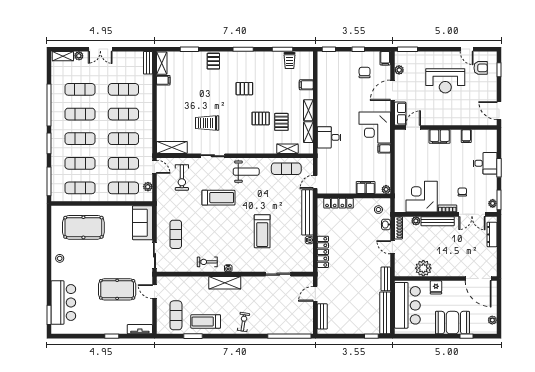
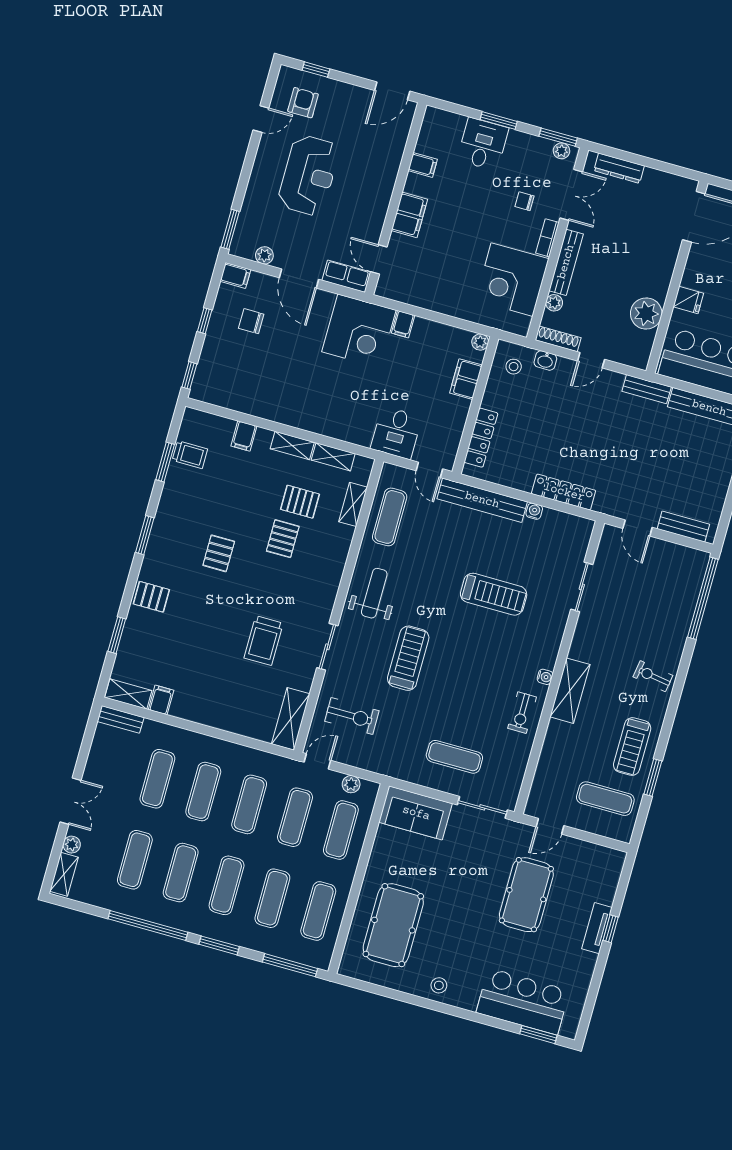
desk: (329, 137) -> (396, 433), moved
tv unit: (140, 329) -> (597, 928), moved

